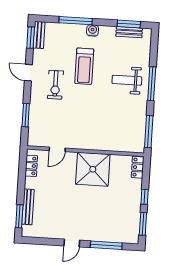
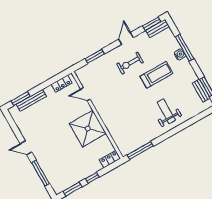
water cooler: (93, 30) -> (180, 54), moved
treadmill: (84, 66) -> (156, 75), turned 180
window: (152, 84) -> (175, 130), removed

